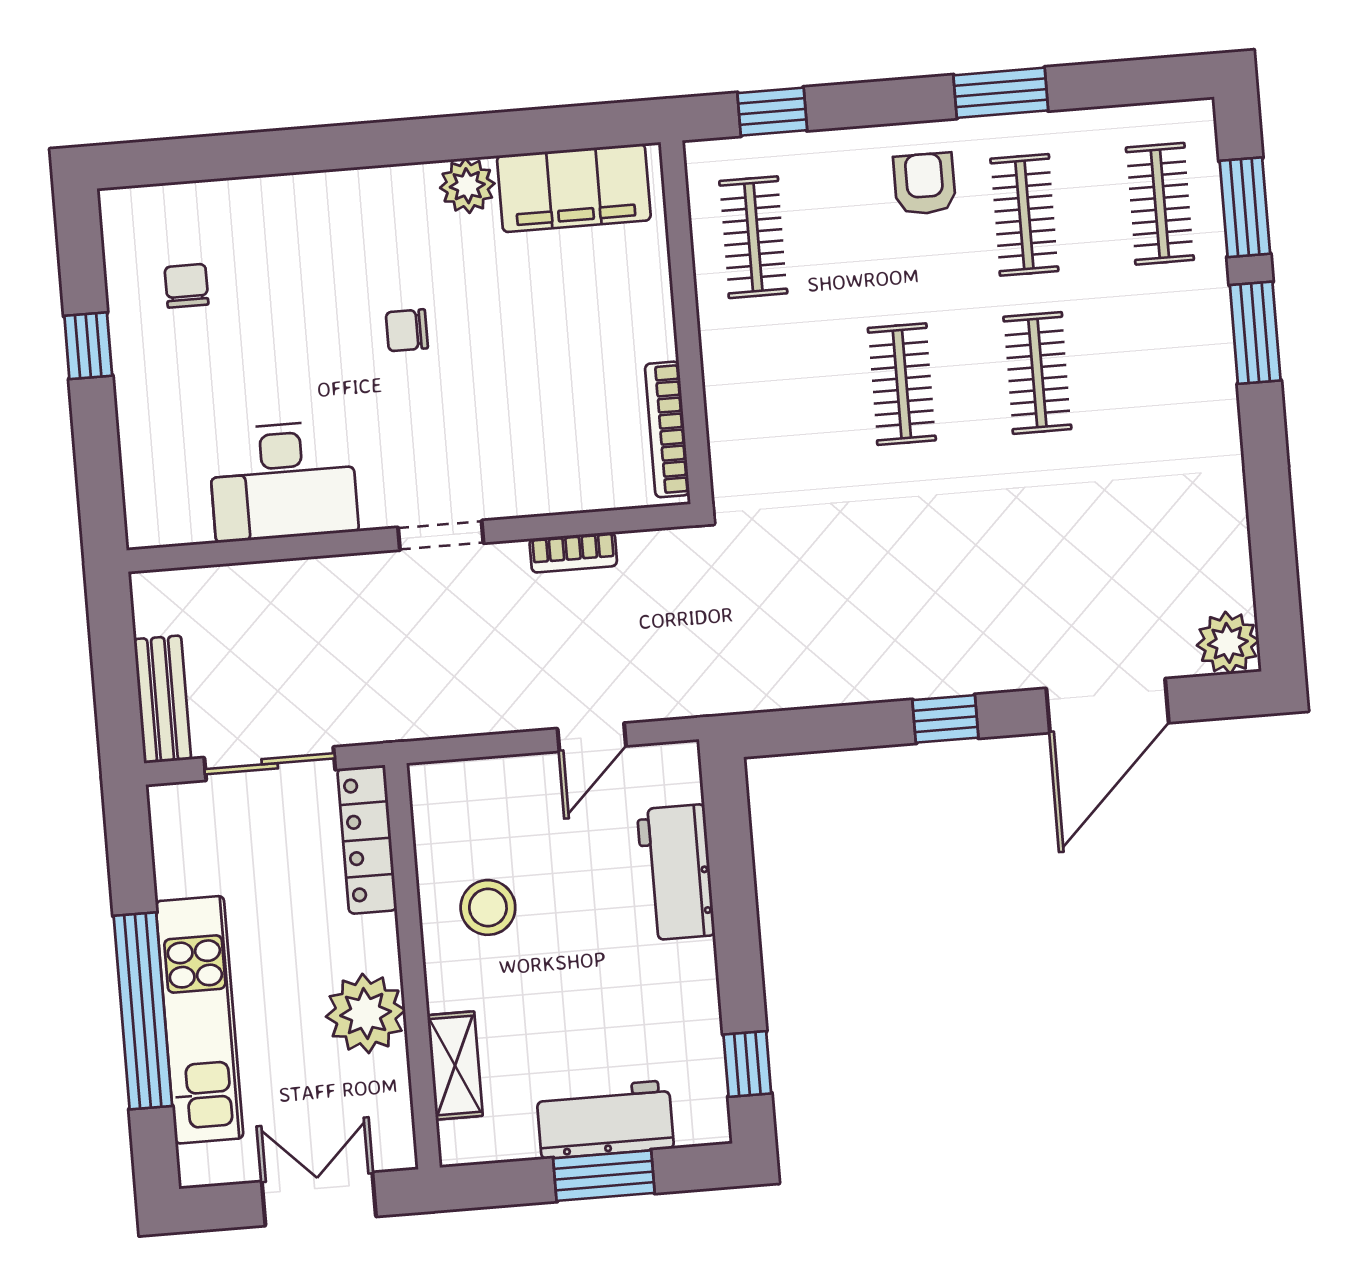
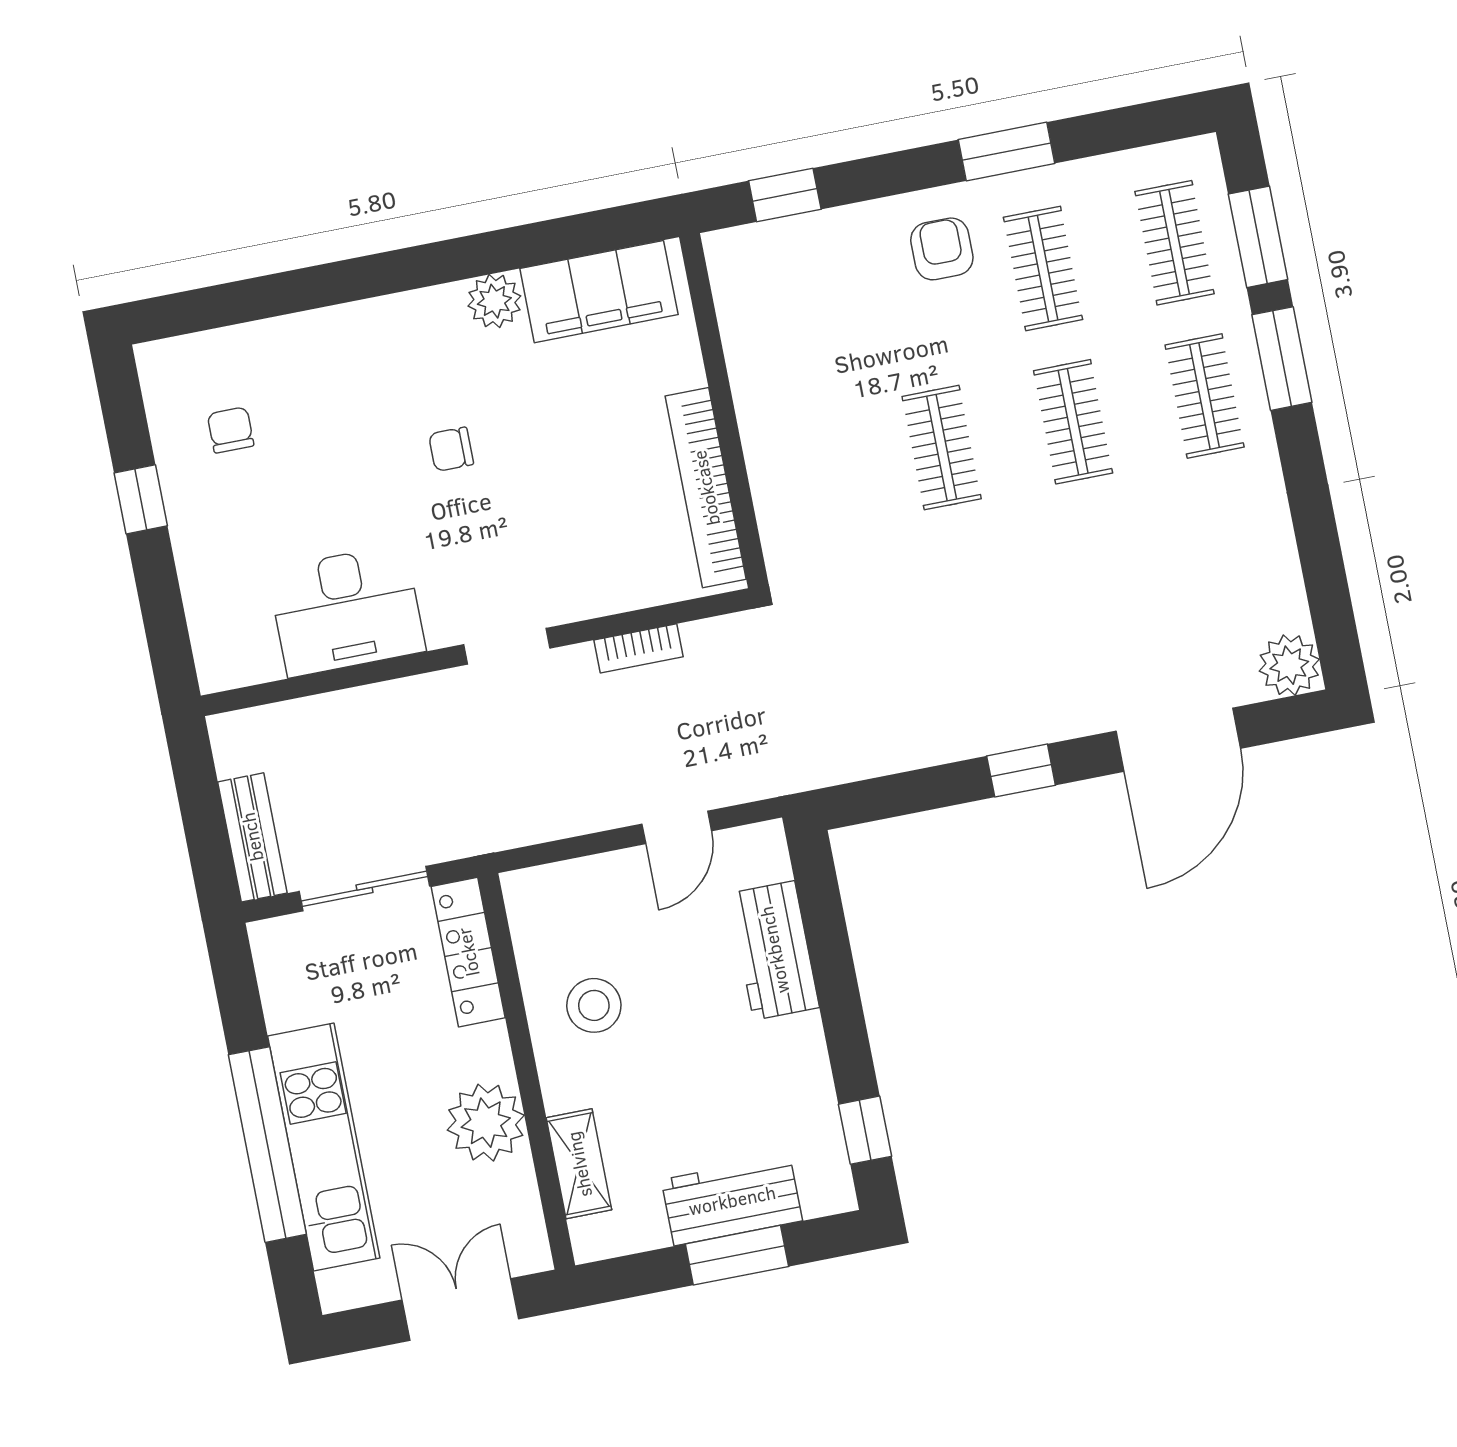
clothes rail: (753, 237) -> (1205, 396), moved
bookcase: (667, 429) -> (706, 488), width x1.48, depth x1.31

